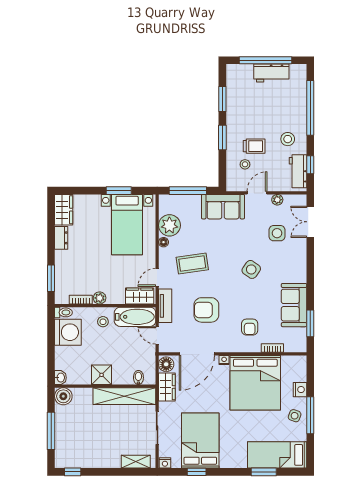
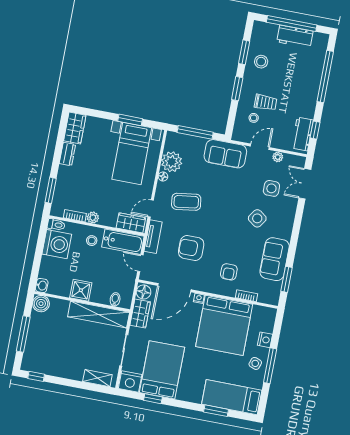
stool: (288, 139) -> (261, 62), moved
side table: (251, 269) -> (257, 218), moved
nightstand: (165, 463) -> (130, 381), width x1.89, depth x1.79

